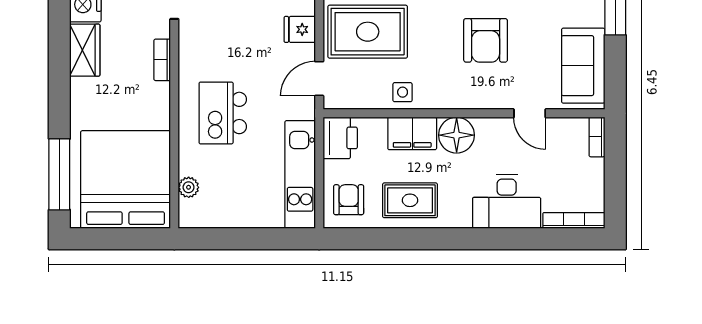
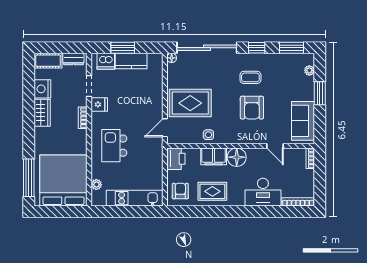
fridge: (300, 29) -> (99, 104), moved, turned 180
kitchen unit: (300, 174) -> (135, 198), moved, turned 90

